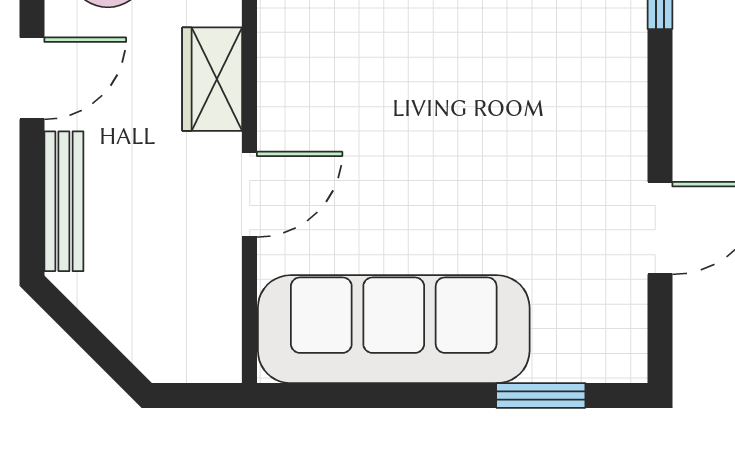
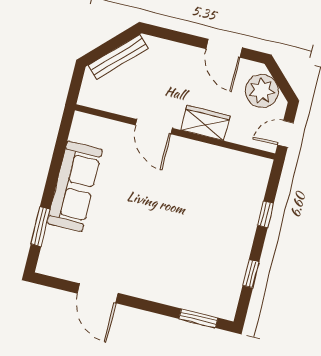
bench: (64, 201) -> (118, 57), moved, turned -45
sofa: (394, 329) -> (75, 186), width x0.74, depth x0.79

